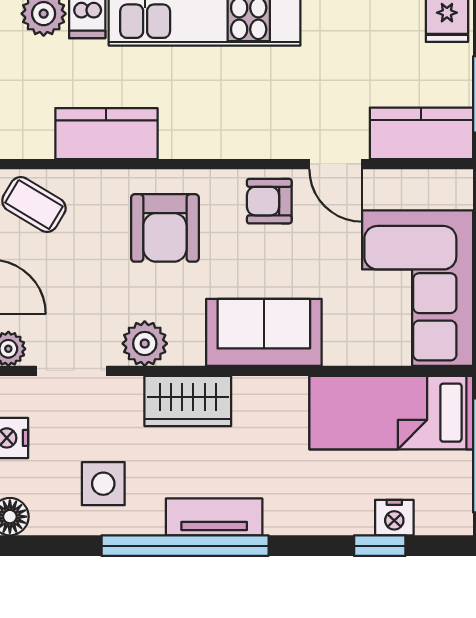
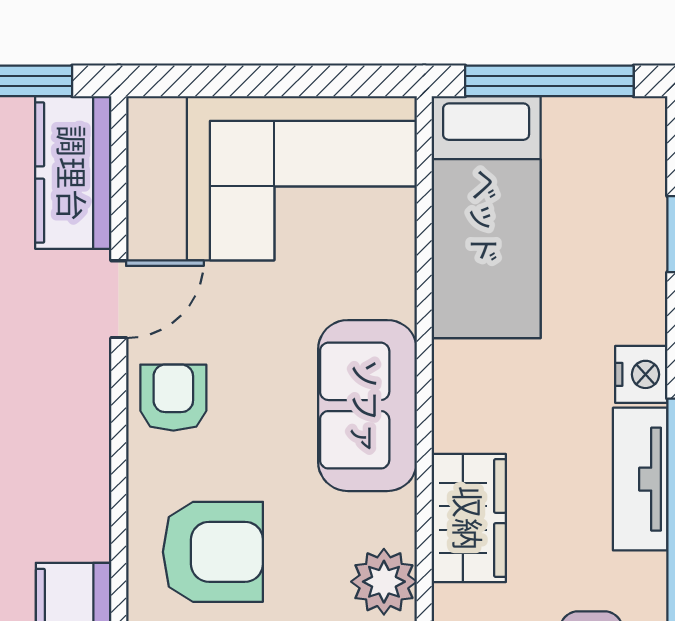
armchair: (269, 201) -> (173, 398), turned 180
nightstand: (394, 518) -> (641, 374), moved

